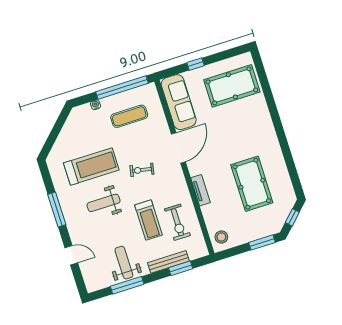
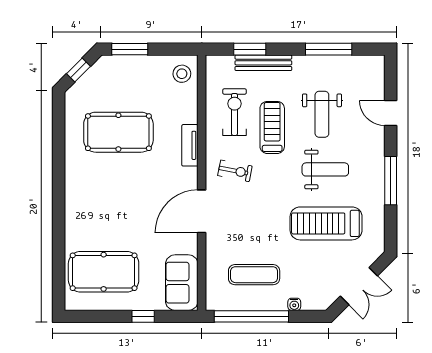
sofa: (179, 102) -> (182, 283), width x0.73
double door: (56, 131) -> (359, 286), added
exercise bike: (142, 170) -> (235, 171), moved
pool table: (252, 184) -> (118, 132), turned 90
weight bench: (124, 263) -> (322, 114), moved

